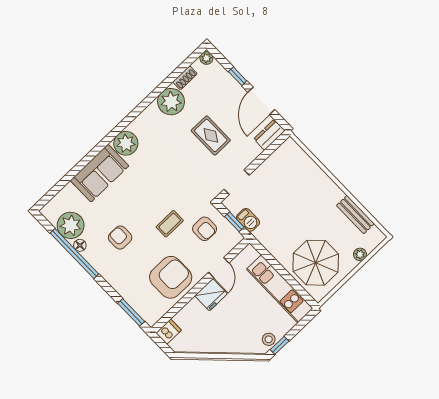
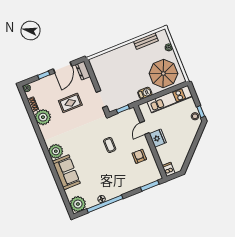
door: (261, 101) -> (63, 67), hinge flipped
barbecue: (248, 220) -> (145, 93), moved
plant: (71, 225) -> (78, 204), moved
armchair: (205, 229) -> (120, 127), removed
armchair: (120, 238) -> (106, 175), removed
door: (219, 268) -> (145, 128), swing flipped
armchair: (171, 277) -> (139, 156), width x0.53, depth x0.53

